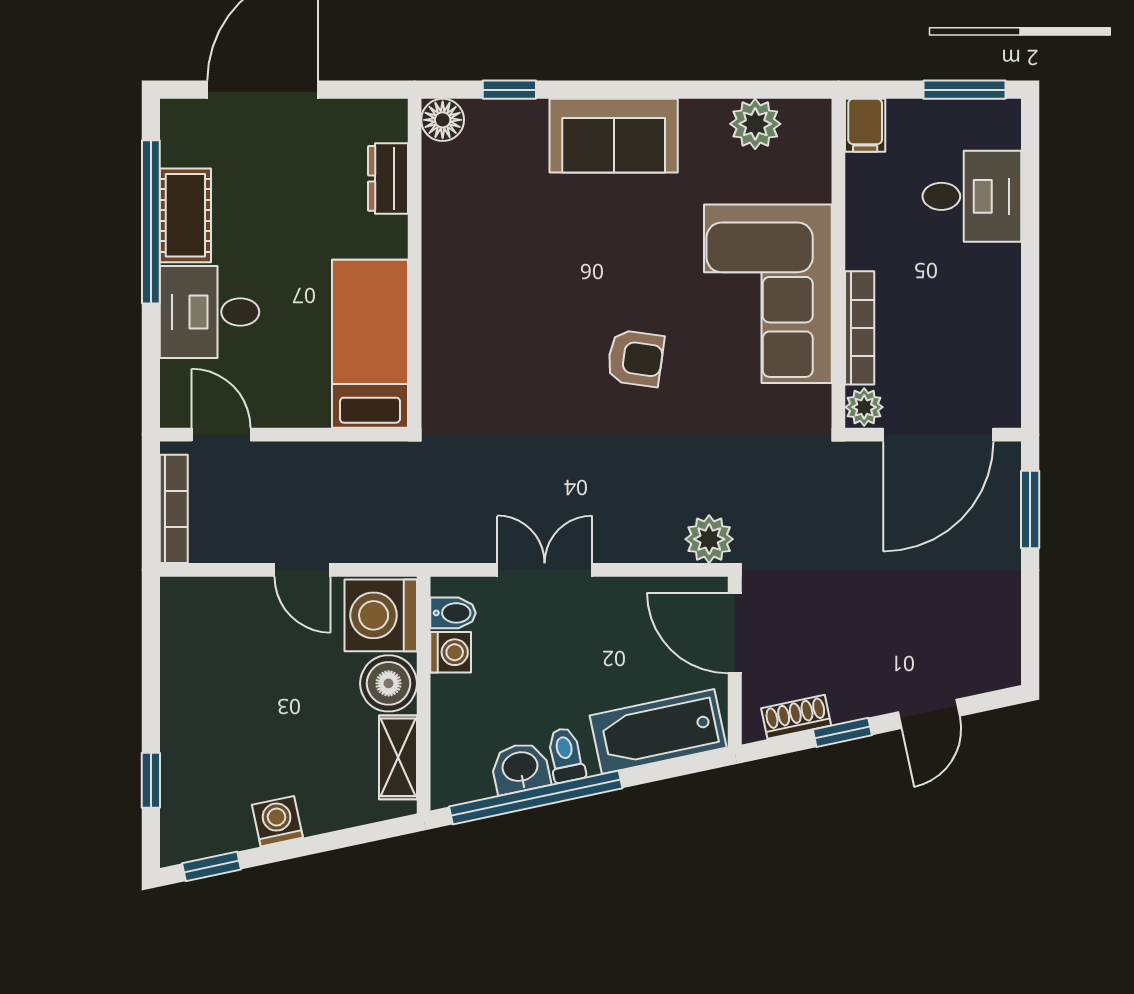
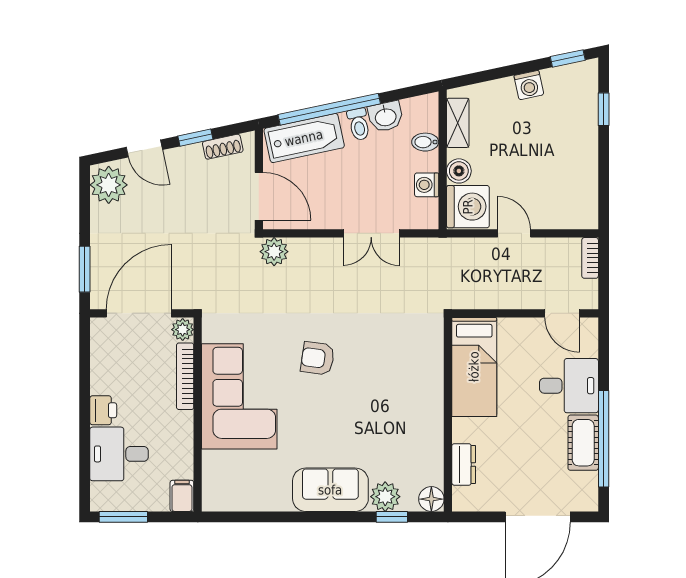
plant: (755, 124) -> (385, 497), moved
printer: (999, 270) -> (103, 410), added
bookcase: (174, 509) -> (590, 258), width x0.64
bidet: (453, 613) -> (425, 142), moved
plant: (989, 652) -> (109, 185), added
boiler: (389, 683) -> (459, 171), width x0.73, depth x0.73
door: (929, 714) -> (144, 148), swing flipped
window: (536, 797) -> (329, 109), moved

